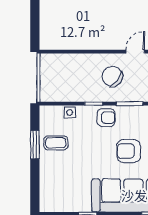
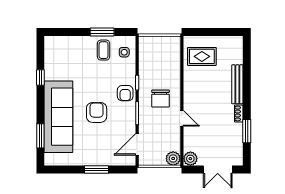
rug: (63, 28) -> (202, 56), added
chair: (112, 76) -> (161, 99), turned 143
side table: (70, 112) -> (124, 52), moved

